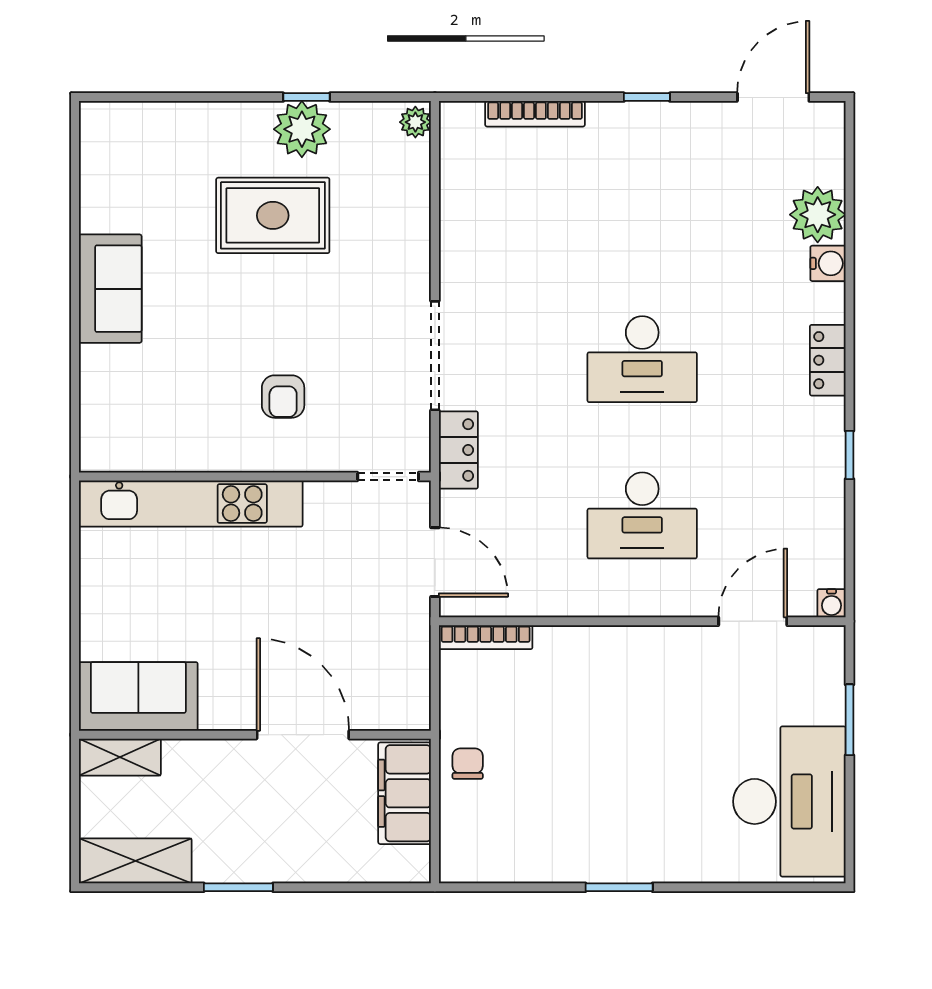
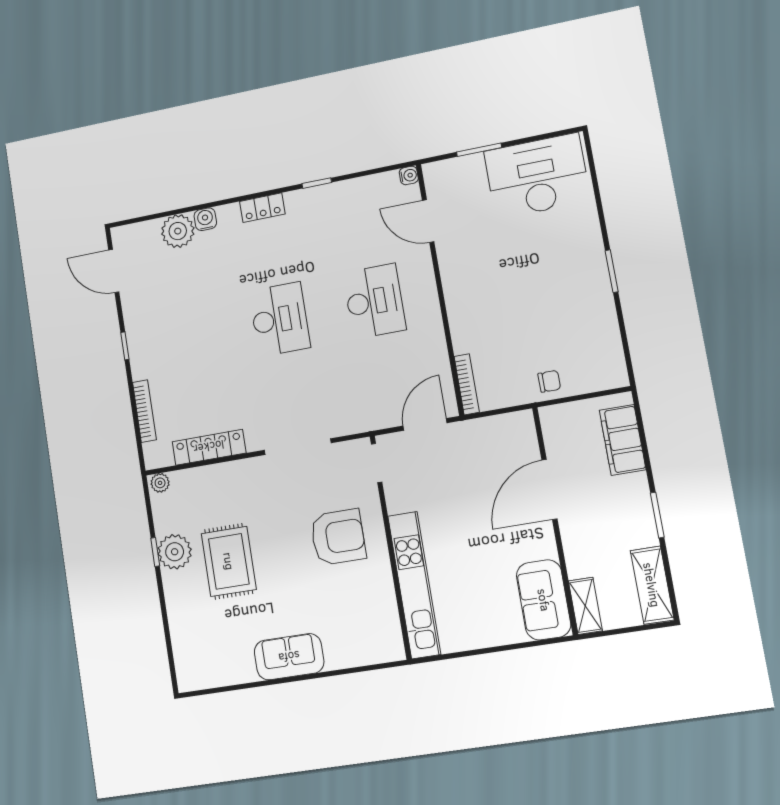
armchair: (283, 397) -> (338, 537), width x1.88, depth x1.88
locker: (458, 450) -> (209, 447), moved, width x1.53
chair: (468, 764) -> (549, 381), turned 180
filing cabinet: (405, 793) -> (623, 440), moved, turned 90

